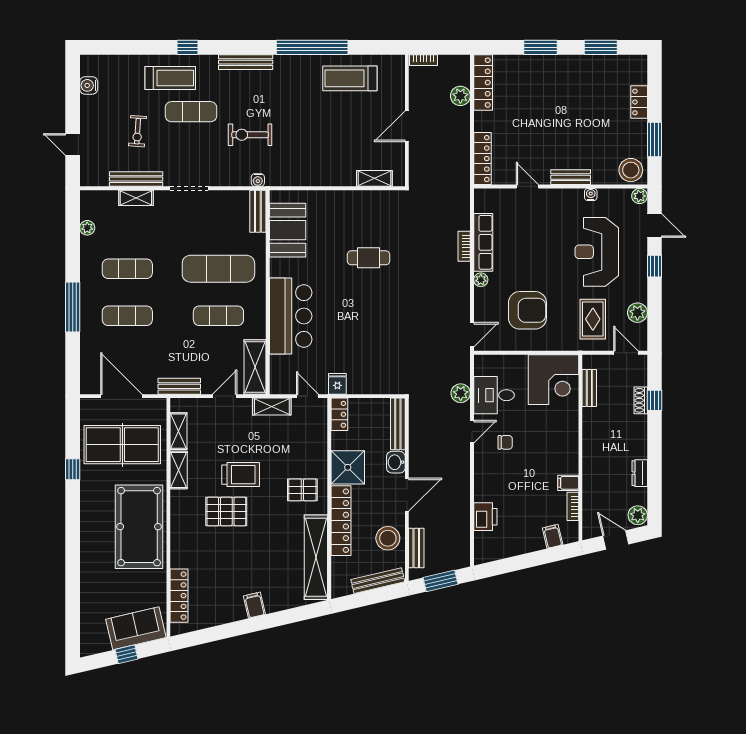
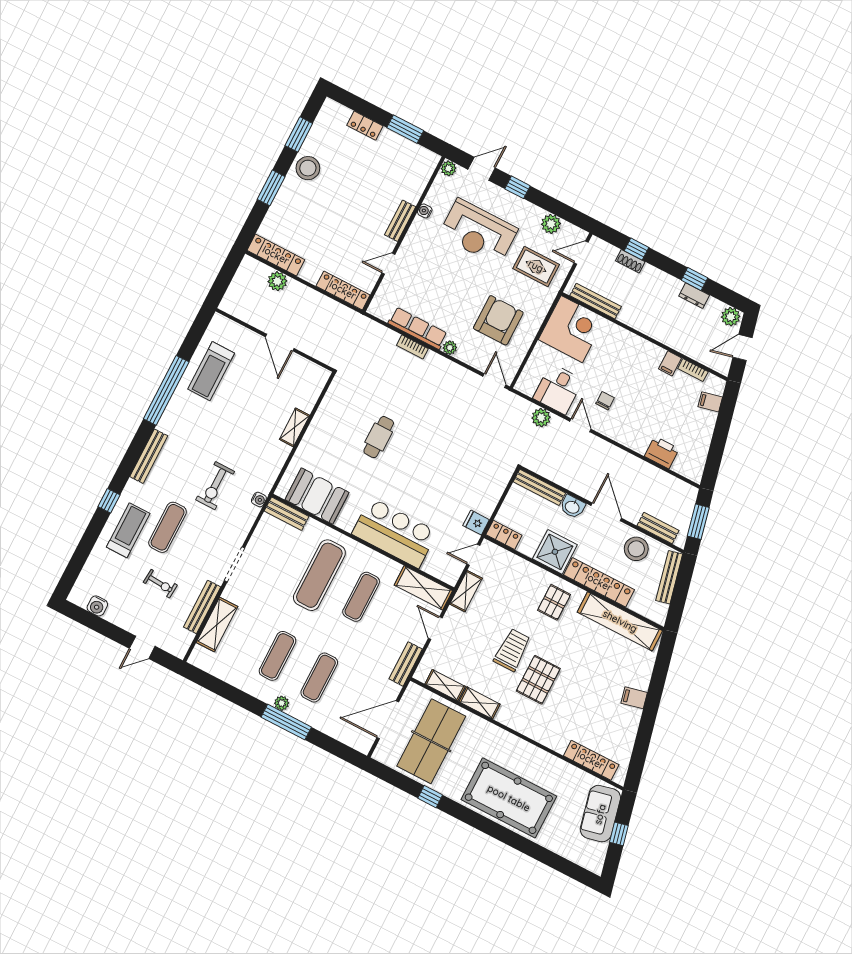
bookcase: (423, 60) -> (229, 298), removed
stool: (631, 170) -> (308, 168), moved
shelving: (374, 178) -> (295, 427), moved
shelving: (136, 198) -> (217, 624), width x1.50, depth x1.33
plant: (87, 228) -> (282, 703), moved
bench: (589, 388) -> (596, 301), width x1.36
window: (655, 466) -> (694, 279), added
pool table: (139, 527) -> (509, 798), moved

